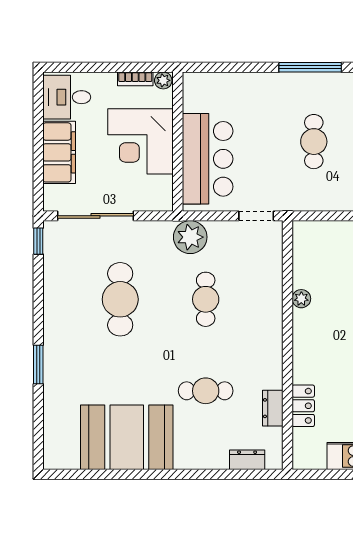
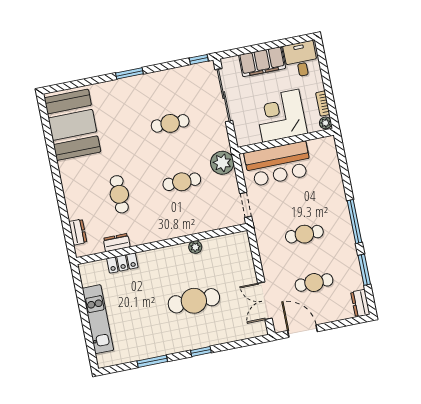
cafe table: (120, 299) -> (170, 123), width x0.73, depth x0.74
window: (38, 365) -> (129, 73), moved
booth: (127, 437) -> (72, 125), moved

